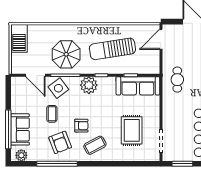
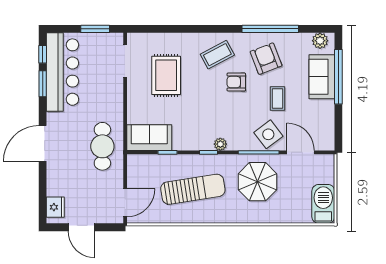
cafe table: (177, 80) -> (102, 146), width x1.37, depth x1.35
plant: (89, 85) -> (220, 144), width x0.53, depth x0.53
sofa: (138, 86) -> (149, 138), width x0.73

